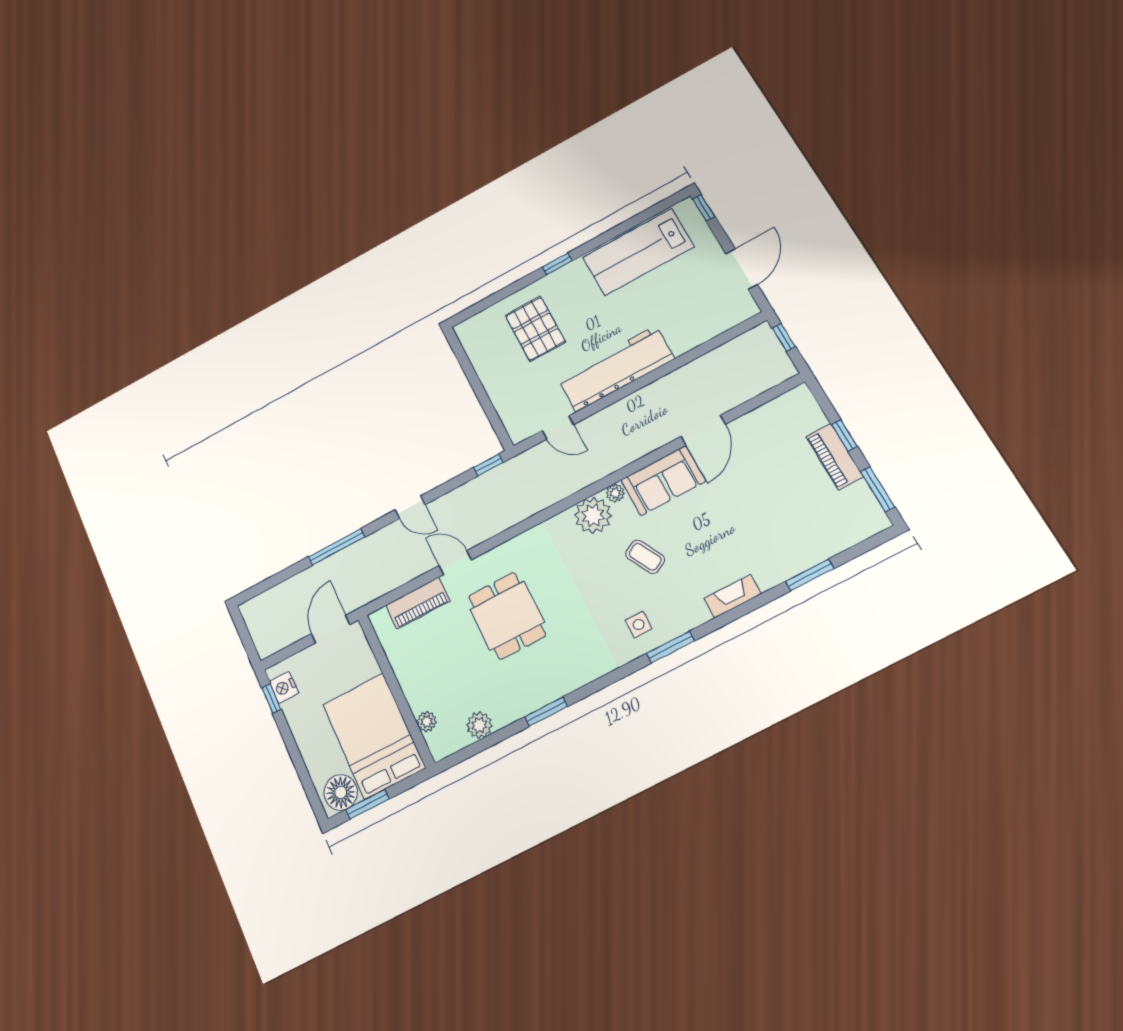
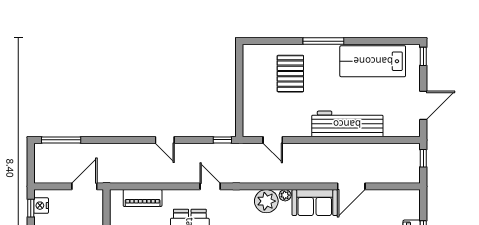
window: (557, 264) -> (323, 41), width x2.17
workbench: (616, 369) -> (347, 124), moved
window: (337, 547) -> (61, 140), moved
door: (455, 563) -> (210, 186), moved

